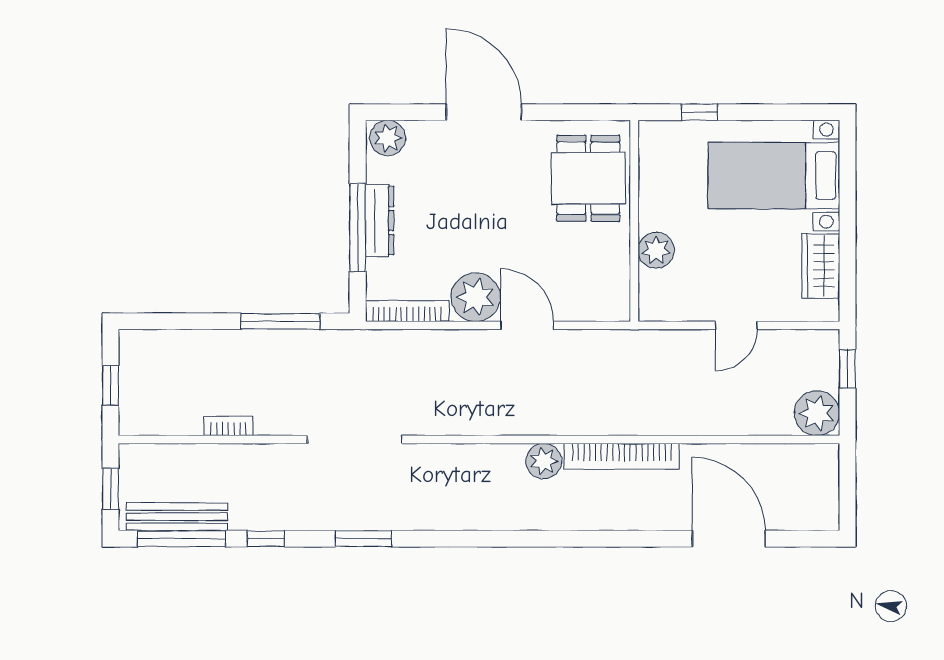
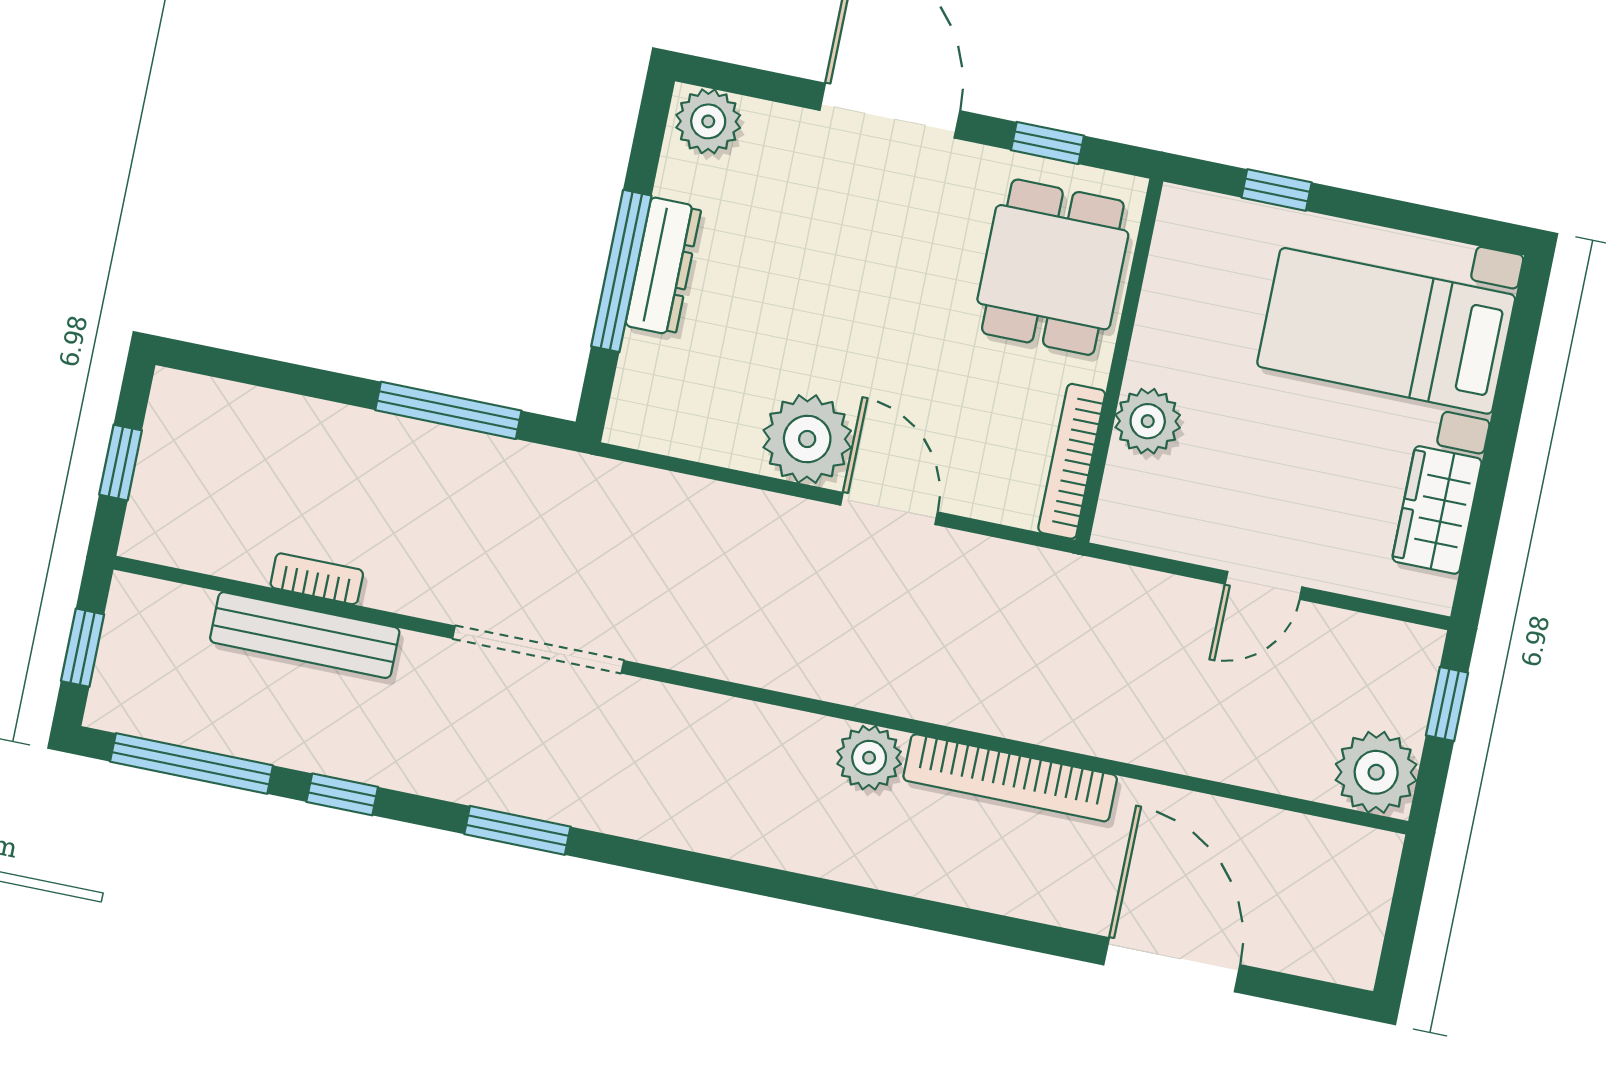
window: (572, 112) -> (1048, 143), added
bookcase: (407, 311) -> (1072, 461), moved, turned -90
bench: (177, 517) -> (305, 635), moved

